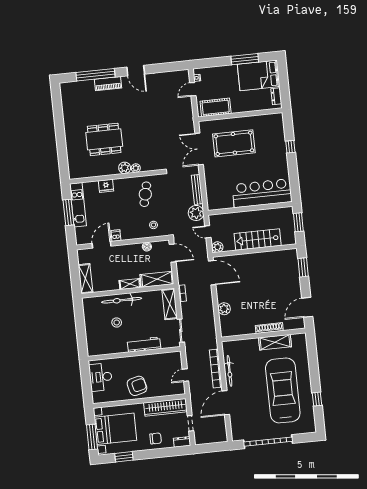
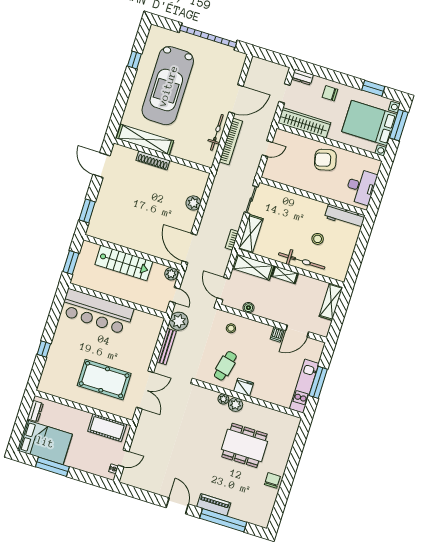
chair: (71, 122) -> (272, 480), added
fridge: (106, 186) -> (244, 387), moved
door: (307, 307) -> (101, 165), swing flipped
shelving: (275, 342) -> (145, 140), width x1.47
workbench: (144, 345) -> (345, 216), moved

